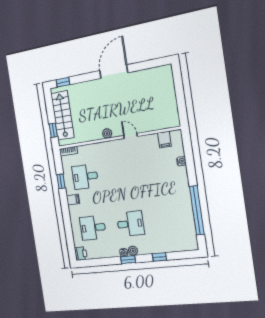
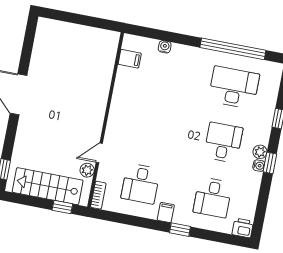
plant: (107, 133) -> (87, 170), moved
door: (131, 136) -> (99, 153), moved
window: (61, 181) -> (180, 230), moved
desk: (170, 219) -> (234, 88), added

